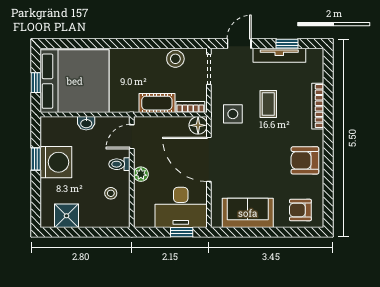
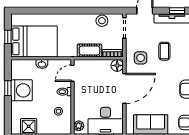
bed: (75, 81) -> (34, 41), width x0.73
door: (209, 159) -> (124, 88), swing flipped
plant: (141, 174) -> (79, 126), moved

